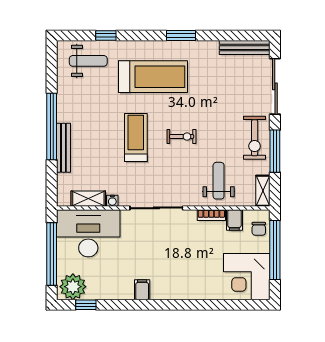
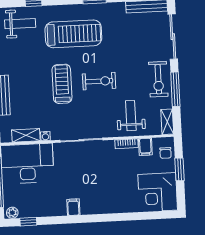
exercise bike: (182, 136) -> (99, 81), width x1.38, depth x1.39
window: (275, 250) -> (179, 169), width x0.47
plant: (73, 287) -> (12, 213), width x0.53, depth x0.53

